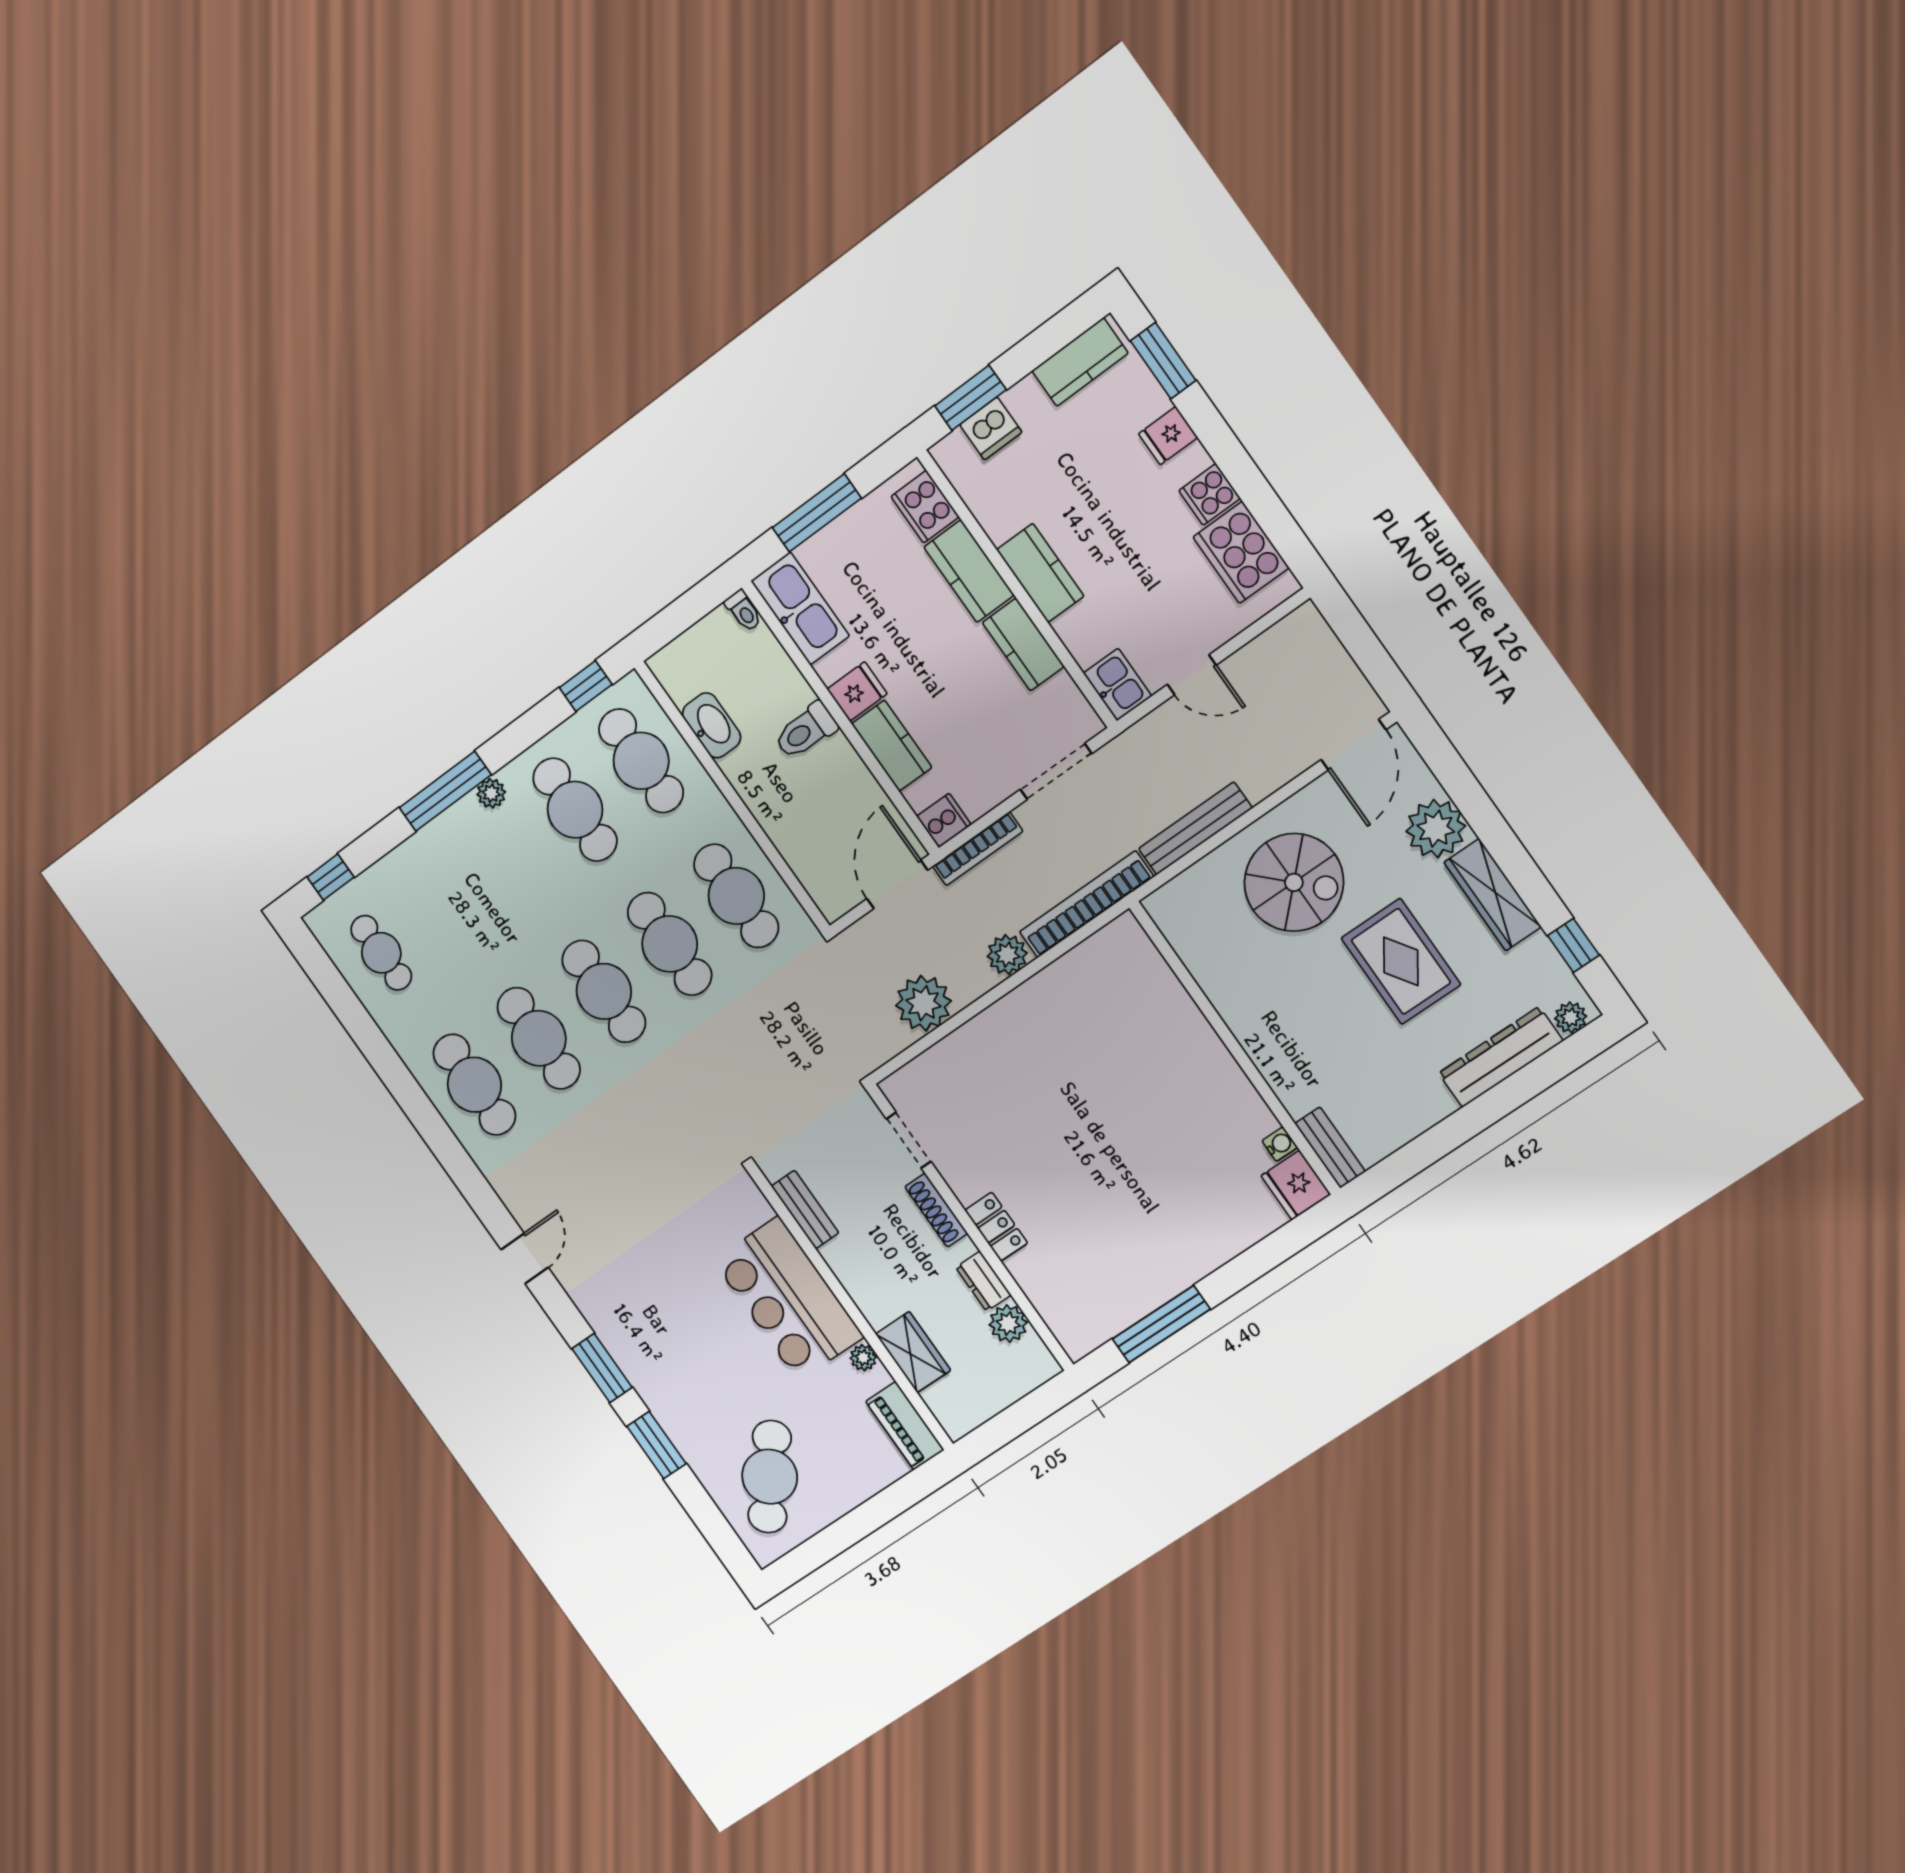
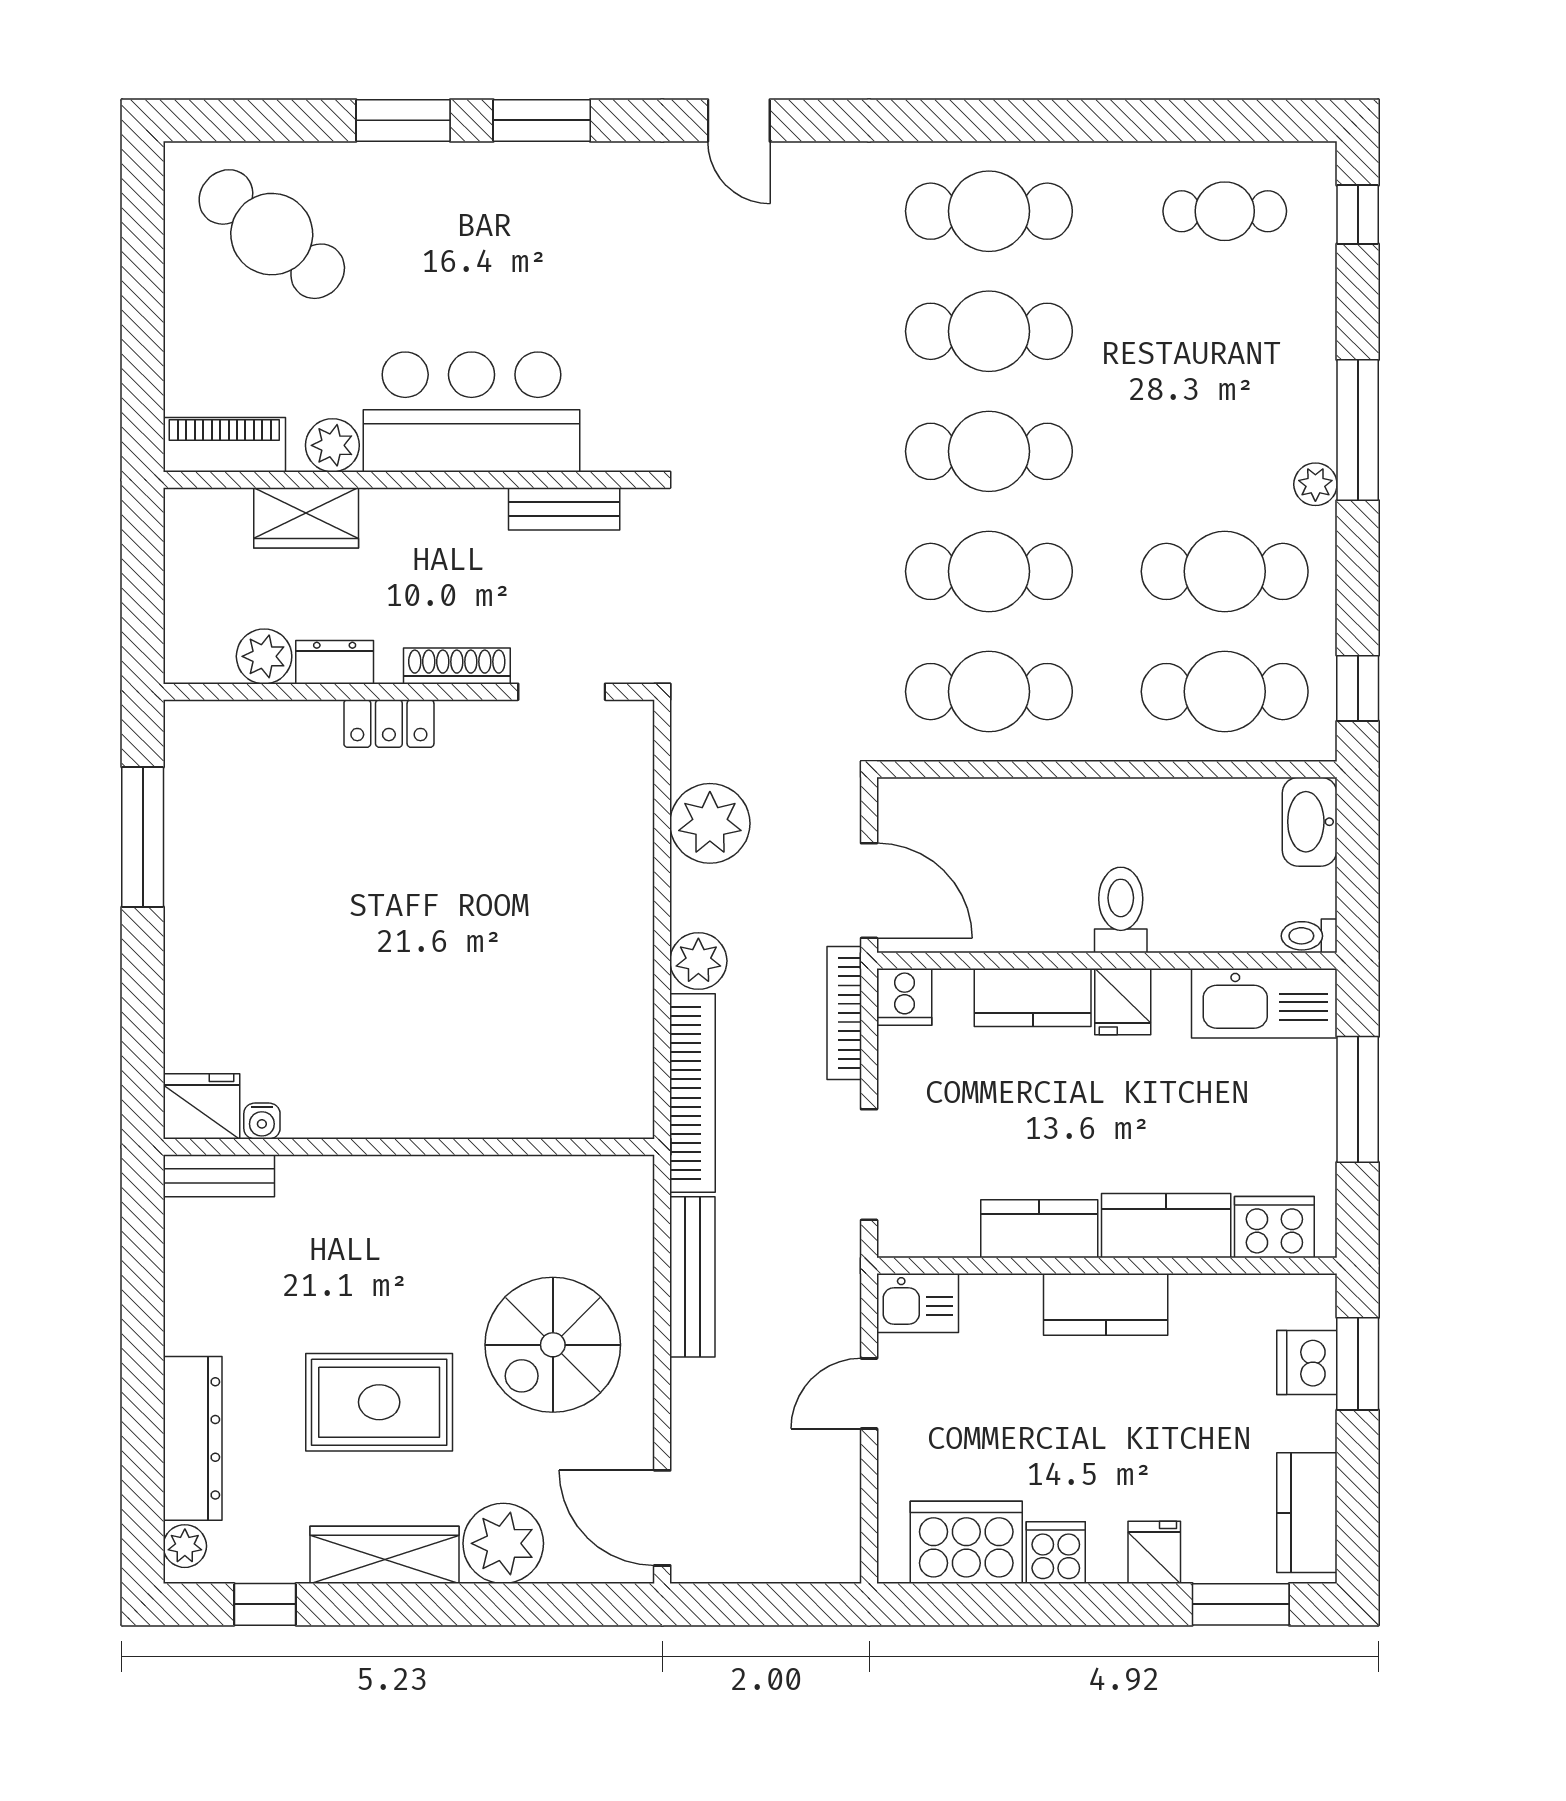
washbasin: (712, 725) -> (1310, 822), moved, turned 90
plant: (863, 1358) -> (332, 445), width x1.38, depth x1.38

